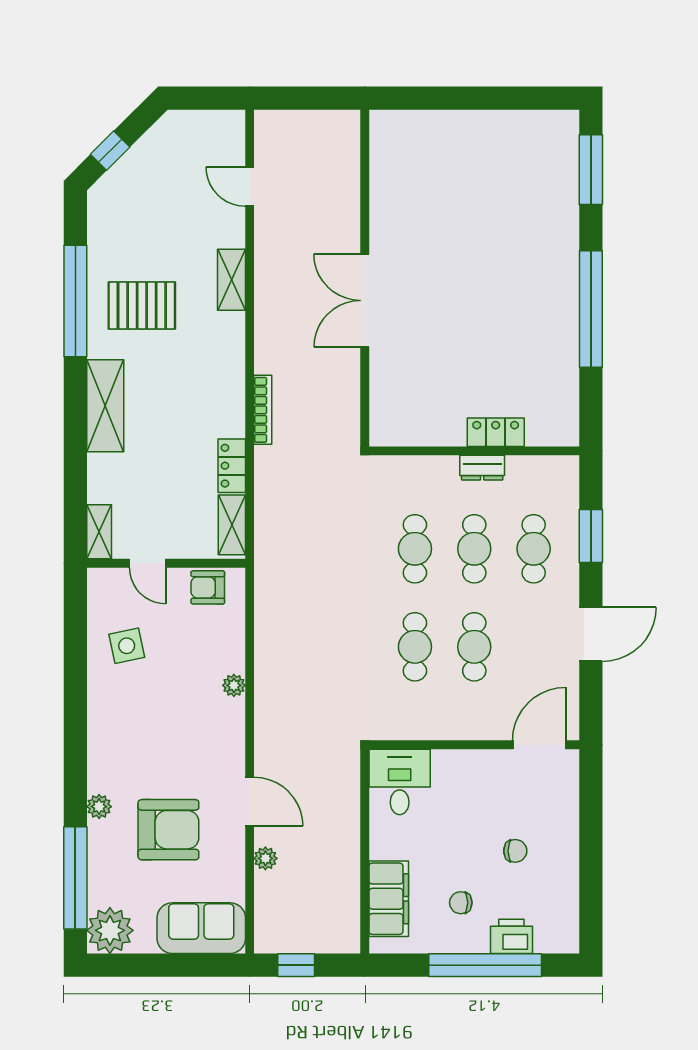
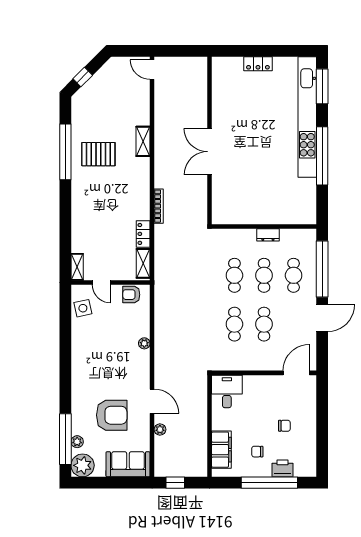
door: (250, 187) -> (152, 70), moved
kitchen unit: (561, 231) -> (307, 117), added
shelving: (105, 406) -> (80, 204), removed
locker: (496, 432) -> (258, 64), moved, turned 180
window: (591, 536) -> (322, 269), width x2.11
side table: (127, 646) -> (83, 308), moved
plant: (99, 807) -> (77, 442), moved

